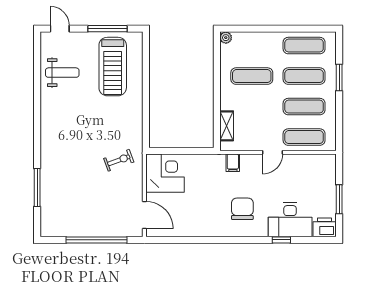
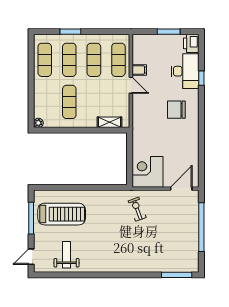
filing cabinet: (233, 163) -> (139, 70), moved
window: (37, 187) -> (177, 275), moved

